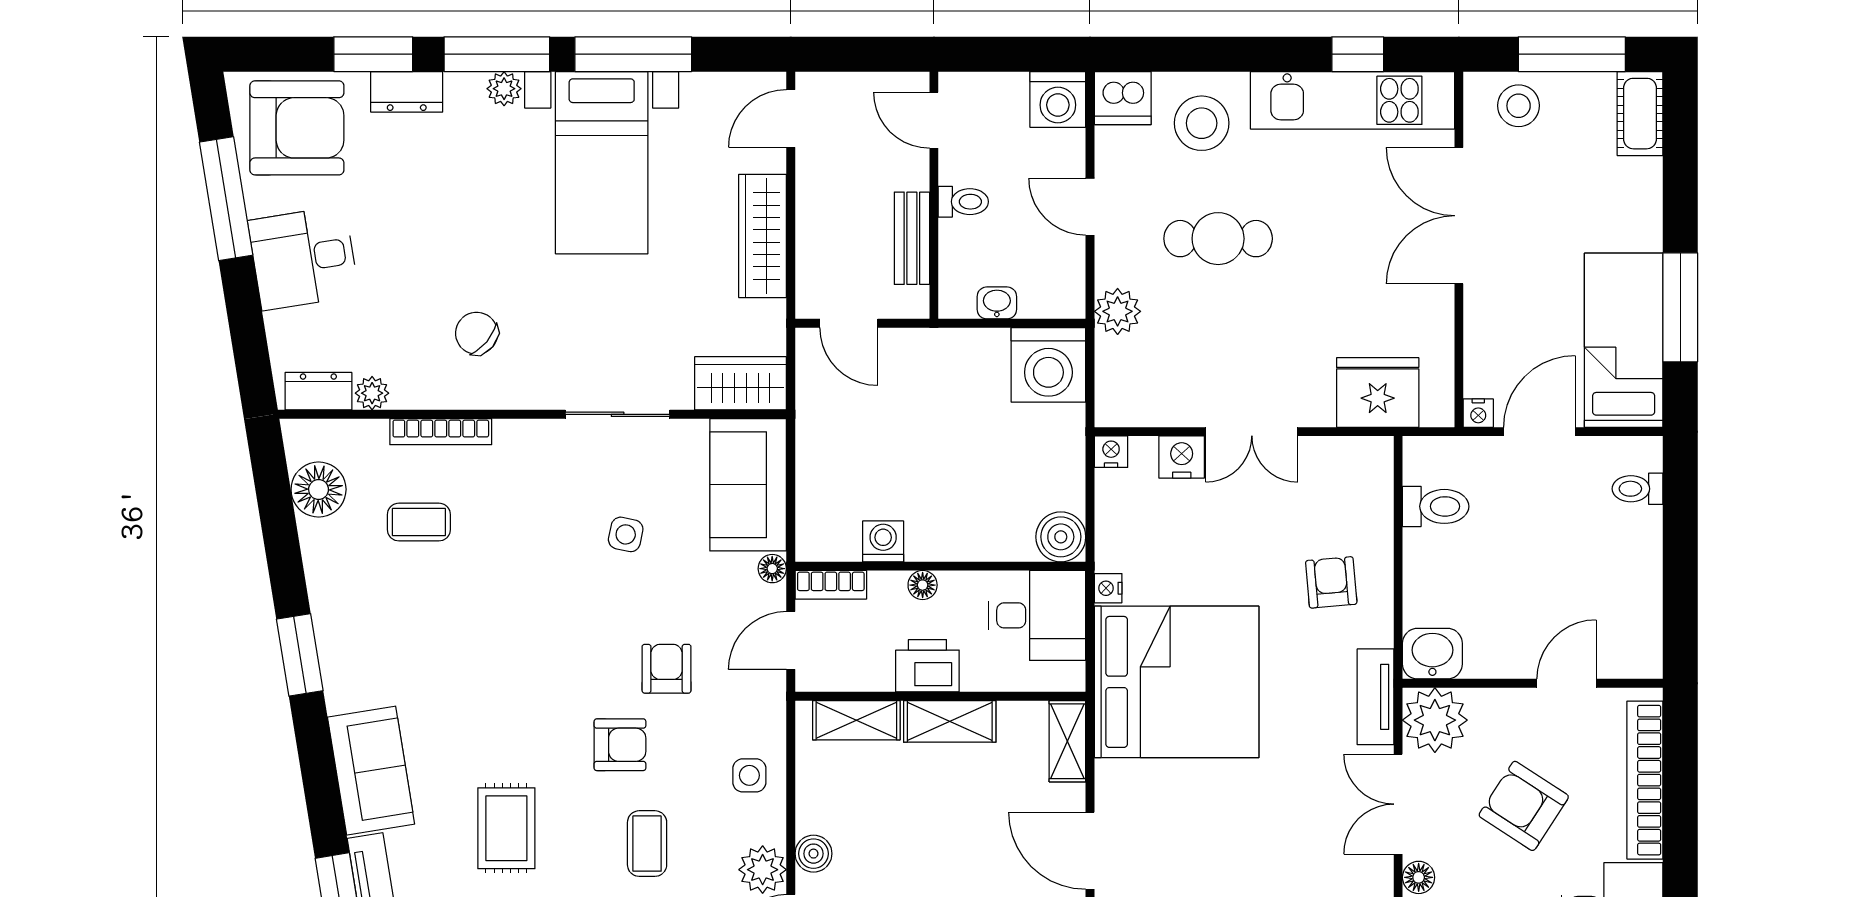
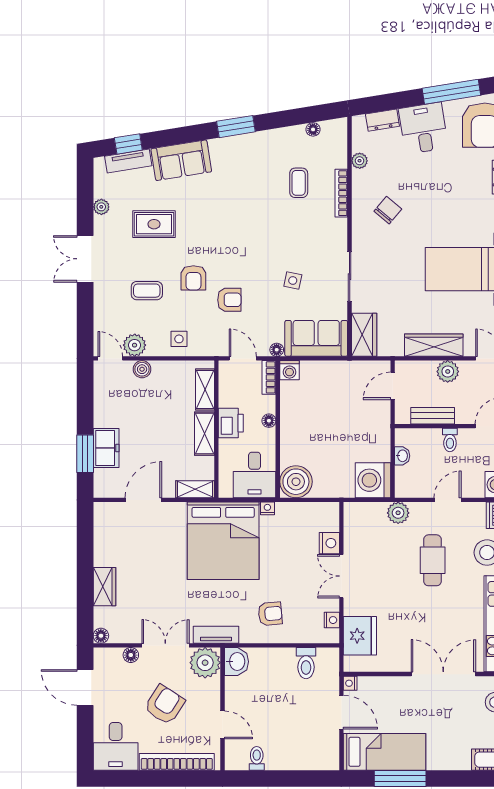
plant: (818, 206) -> (448, 371), added
dresser: (318, 391) -> (382, 120), moved, turned 81
nightstand: (1111, 452) -> (332, 620), moved
floor lamp: (319, 489) -> (313, 129), width x0.53, depth x0.53
toilet: (1637, 489) -> (257, 758), moved
boiler: (1061, 537) -> (296, 482), width x1.37, depth x1.37
washing machine: (883, 541) -> (290, 370), moved, turned 90

